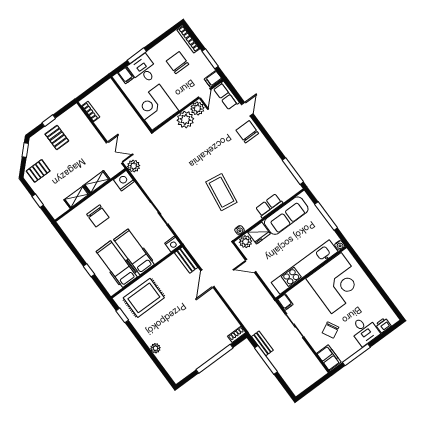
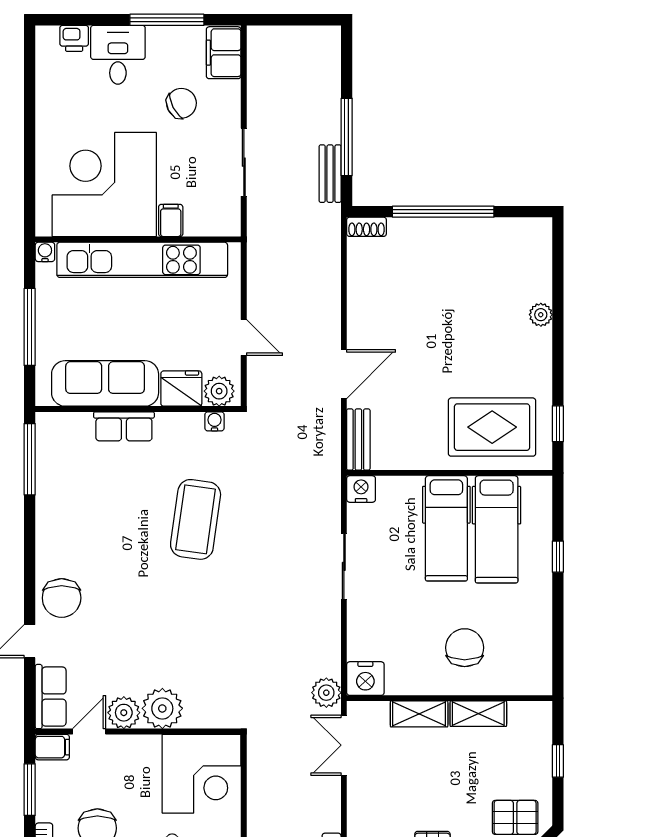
filing cabinet: (285, 302) -> (171, 220), moved

